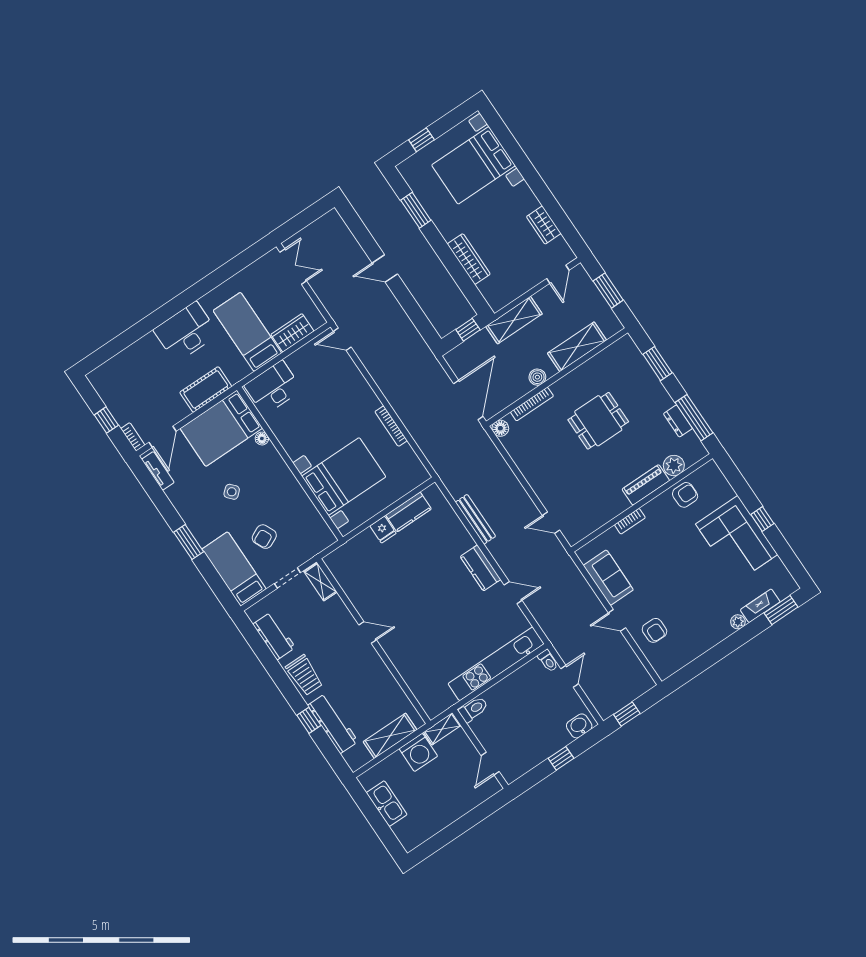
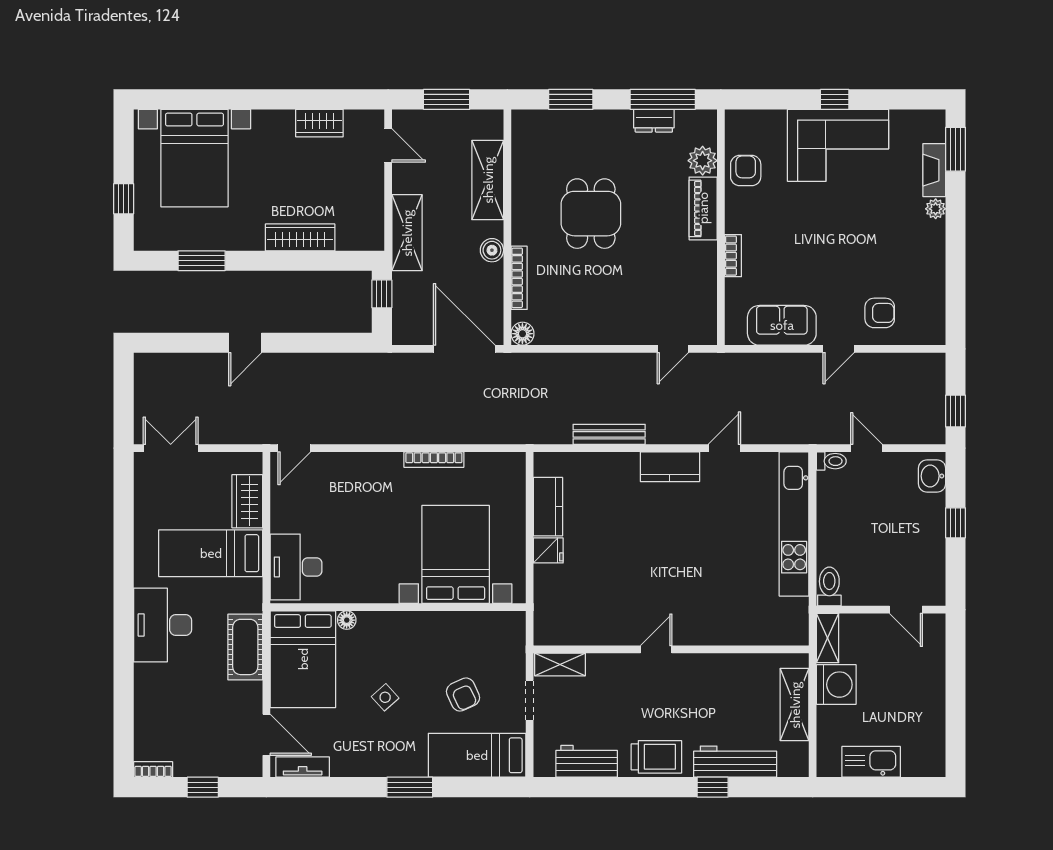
bookcase: (133, 437) -> (153, 769), moved

